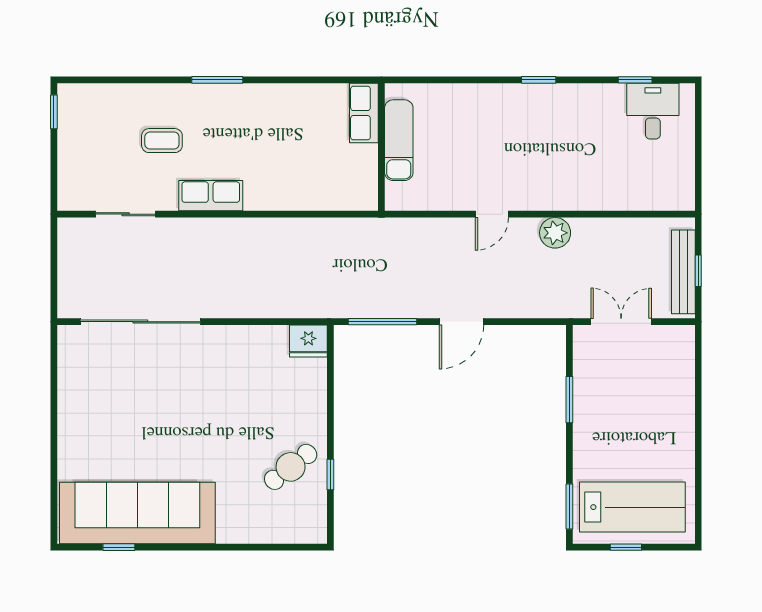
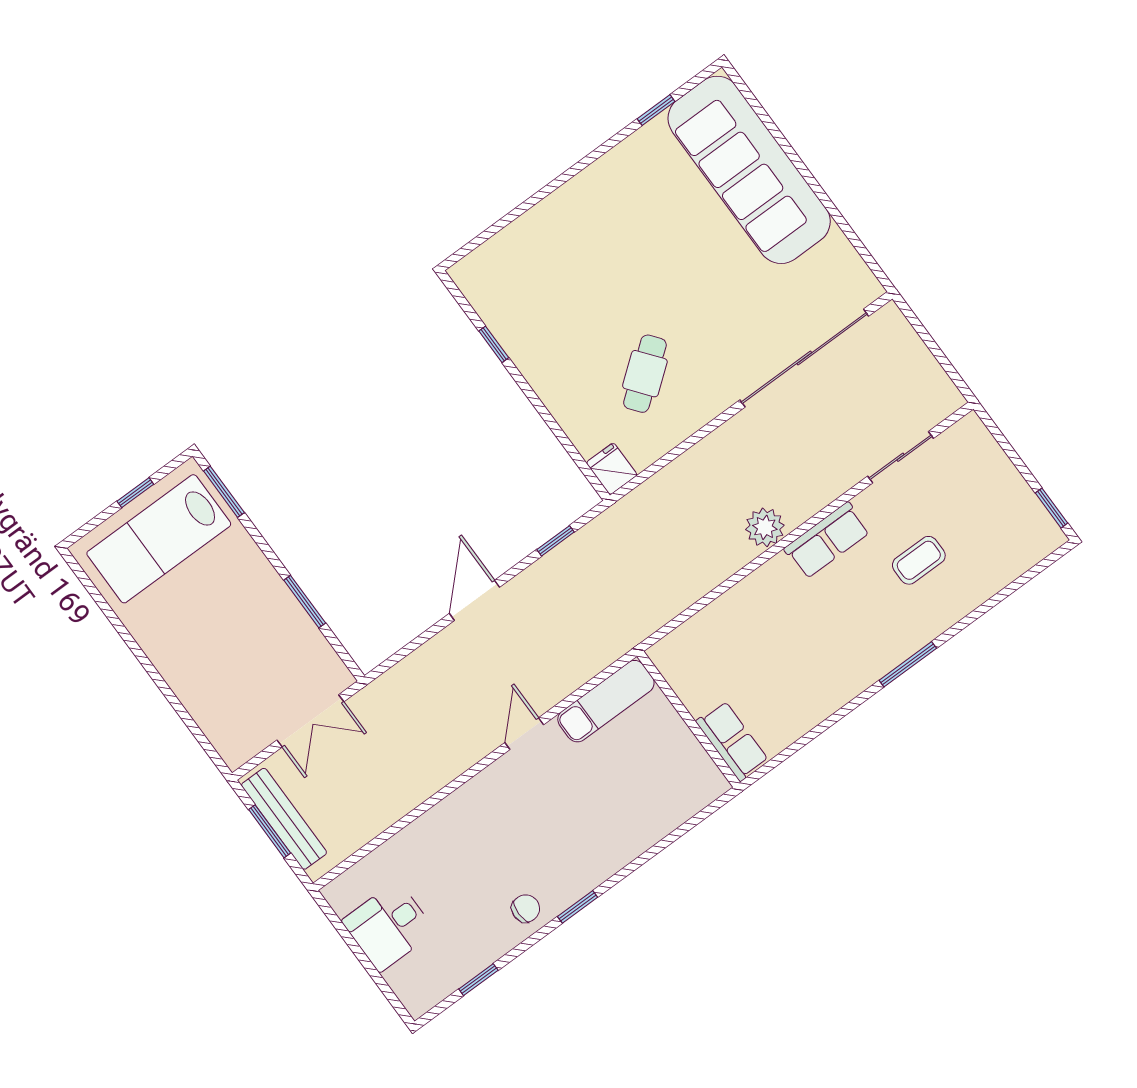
chair: (572, 103) -> (526, 909), added
desk: (653, 111) -> (389, 926), moved, turned 90
exam couch: (399, 140) -> (606, 701), moved, turned -90
plant: (555, 233) -> (765, 527), moved
window: (698, 271) -> (270, 831), width x1.50
window: (383, 322) -> (556, 541), width x0.46
fridge: (308, 341) -> (612, 469), width x0.72
cafe table: (291, 467) -> (645, 374), moved
sofa: (137, 513) -> (749, 170), moved, turned 90

